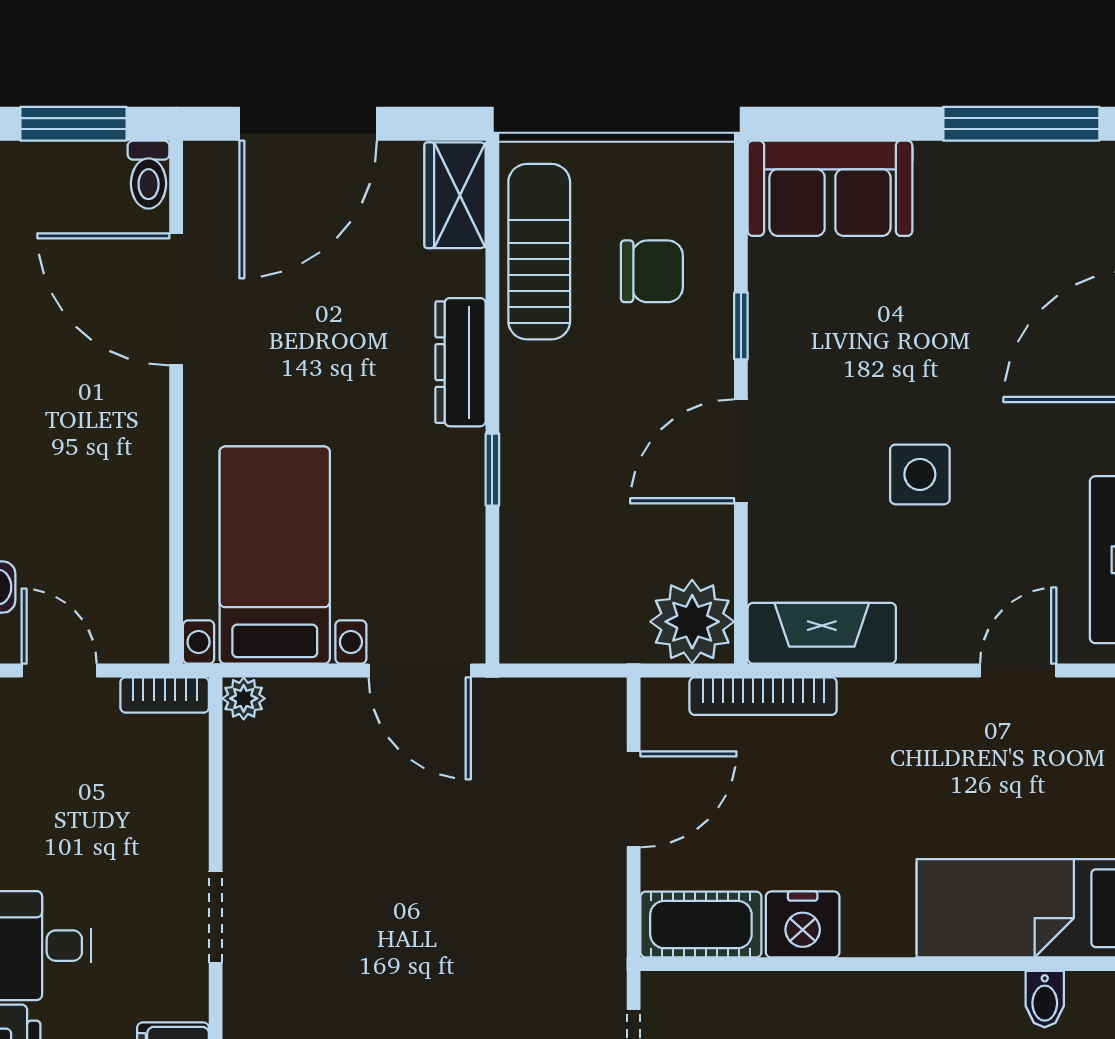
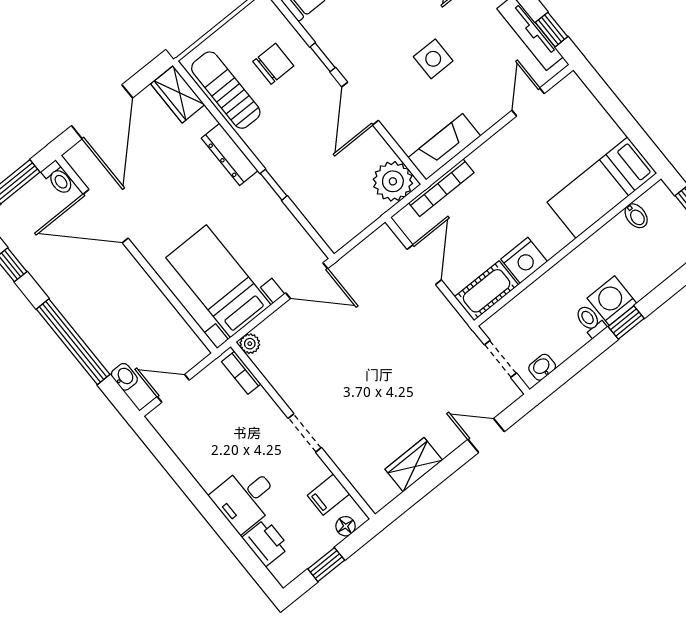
bookcase: (165, 695) -> (241, 373), moved, turned 90

